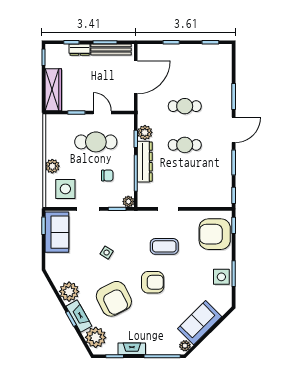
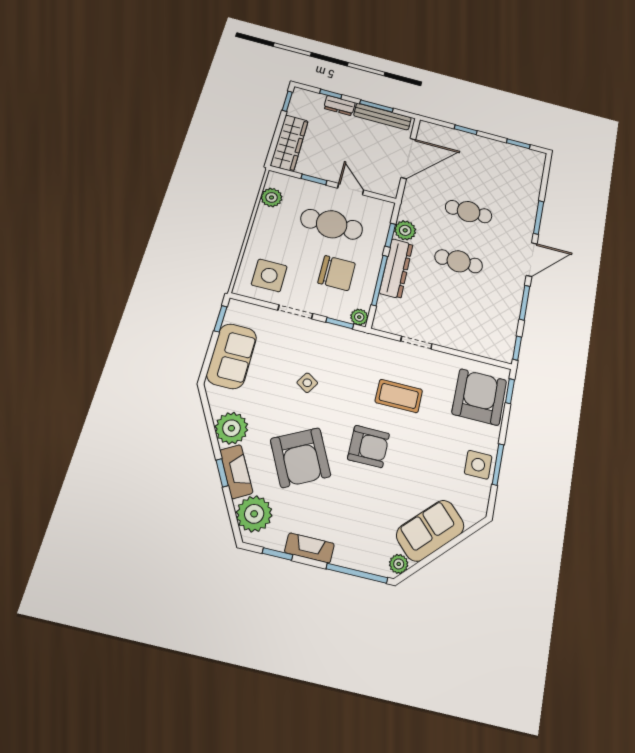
plant: (52, 166) -> (272, 197), moved
chair: (107, 175) -> (337, 273), width x1.87, depth x1.87
sofa: (57, 232) -> (232, 356), moved
armchair: (215, 234) -> (479, 397), turned 90

